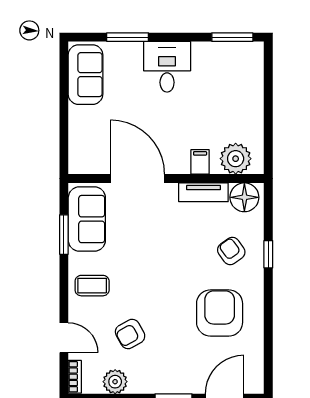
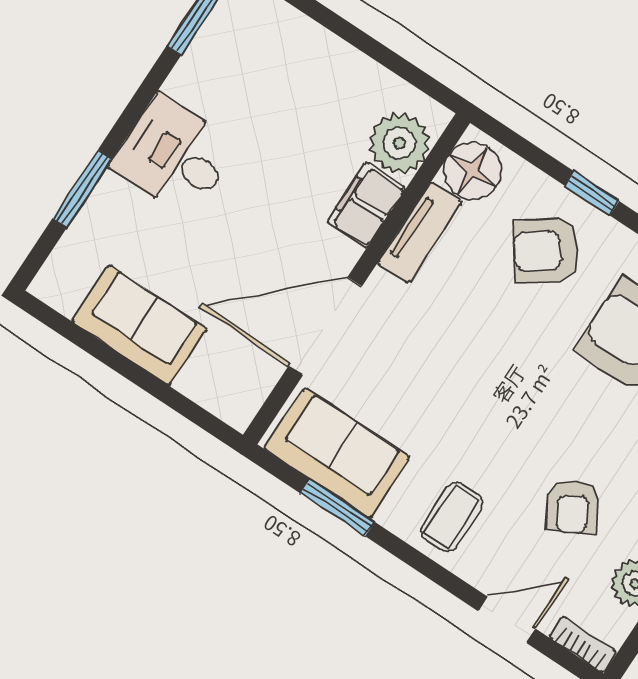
sofa: (86, 75) -> (139, 325), moved
filing cabinet: (200, 162) -> (366, 205), width x2.00
armchair: (231, 251) -> (546, 251), width x1.38, depth x1.38

